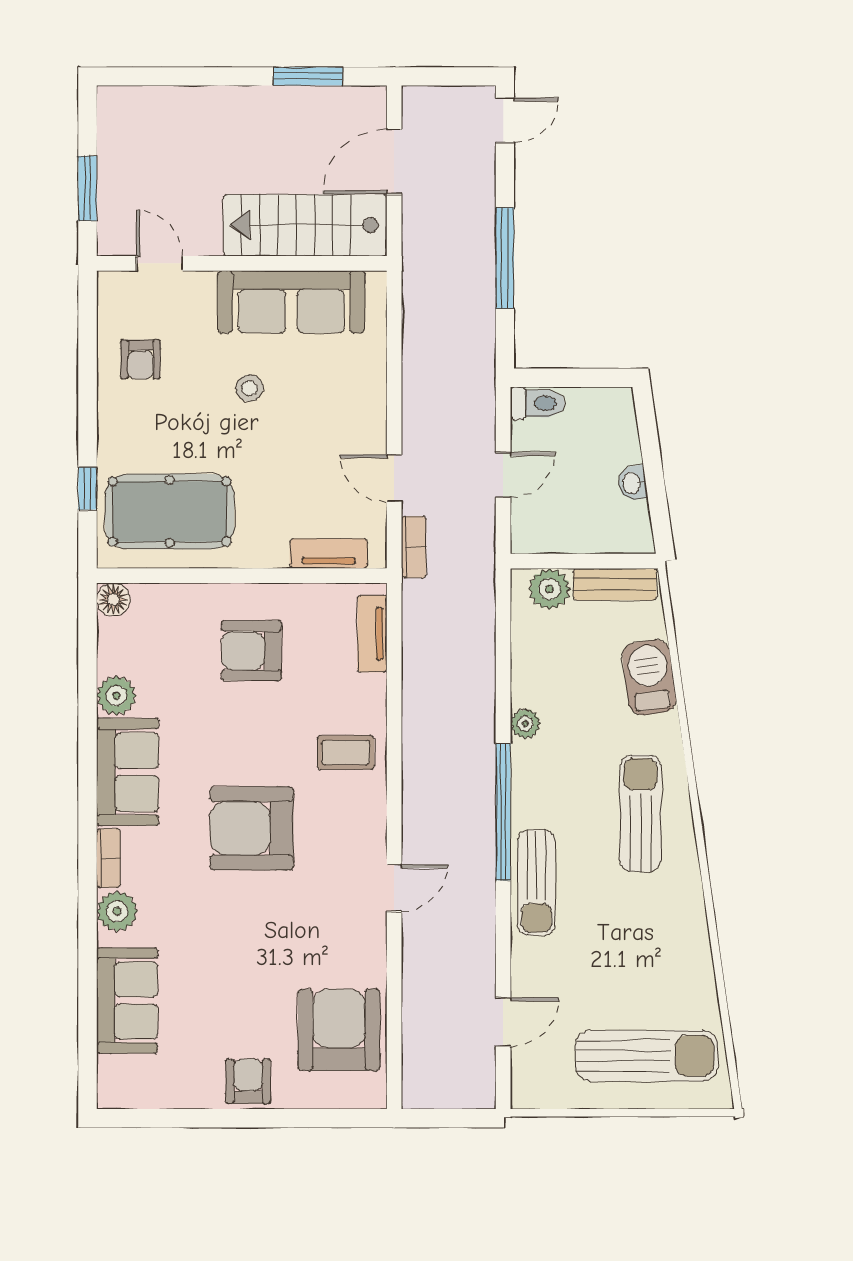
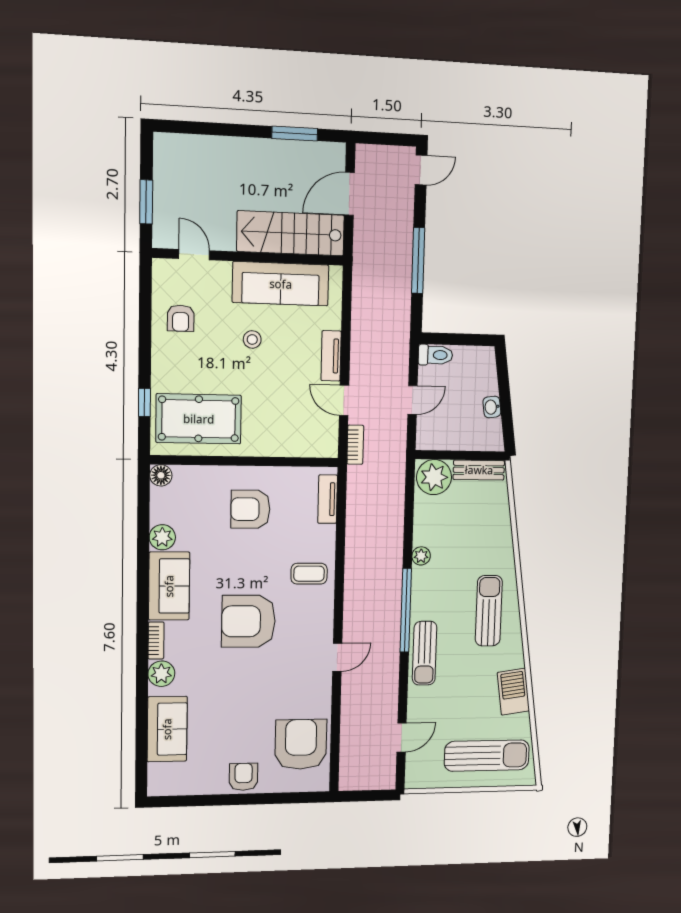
tv unit: (329, 553) -> (331, 356), moved, turned -90
plant: (550, 589) -> (434, 477), width x1.36, depth x1.36
barbecue: (649, 677) -> (513, 692), moved

